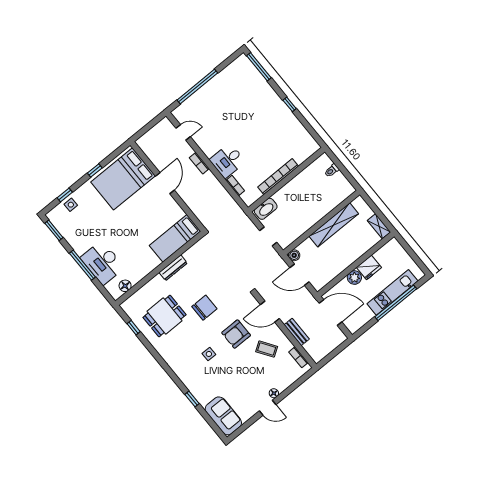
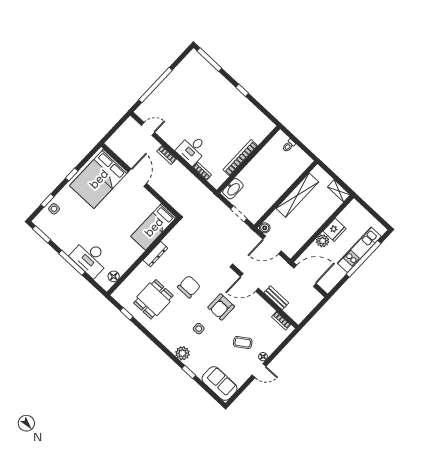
coffee table: (267, 349) -> (243, 342), moved
plant: (188, 378) -> (182, 353), added

